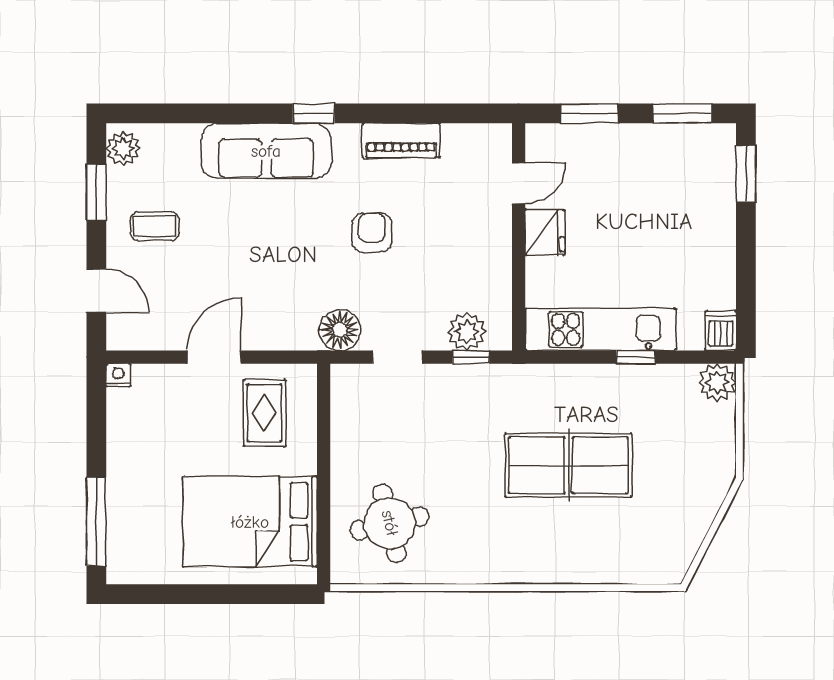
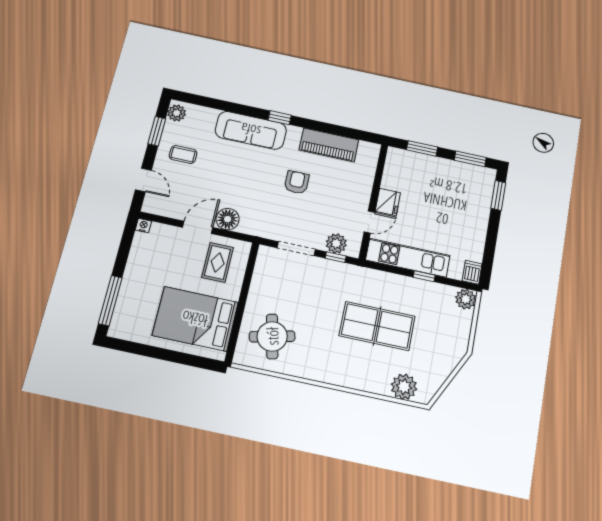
piano: (401, 141) -> (329, 145), width x1.37, depth x1.33
door: (519, 183) -> (369, 222), moved
floor lamp: (340, 330) -> (228, 219), moved
doorway: (397, 357) -> (296, 249), width x1.38
plant: (635, 561) -> (404, 387), added

